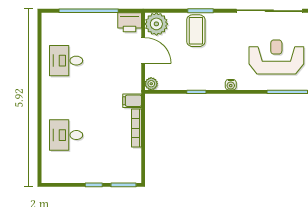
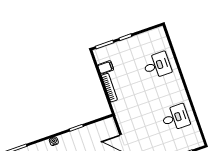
plant: (151, 84) -> (110, 122), removed
filing cabinet: (132, 101) -> (106, 67), moved

